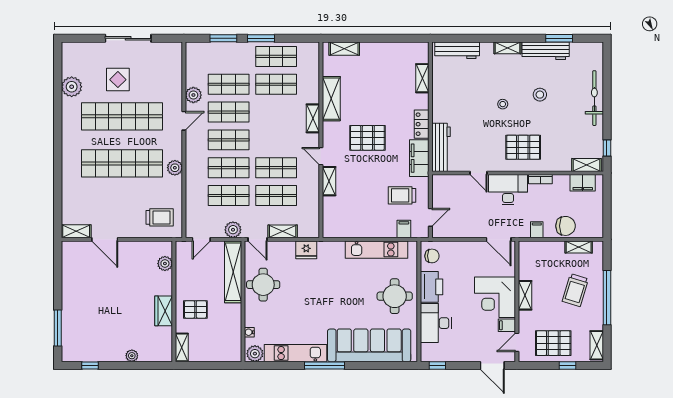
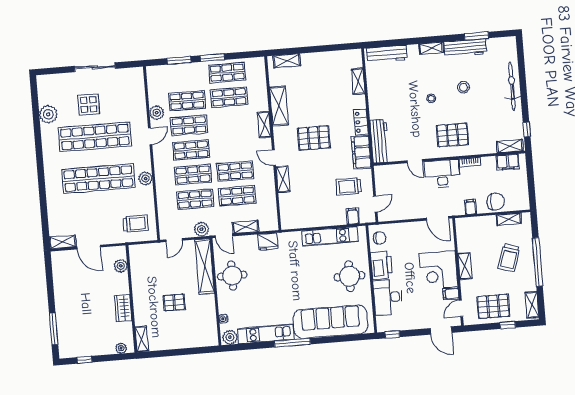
plant: (165, 264) -> (121, 266), moved
wall: (174, 301) -> (131, 299), moved
wardrobe: (164, 311) -> (123, 308), moved
shelving: (182, 347) -> (142, 339), moved

